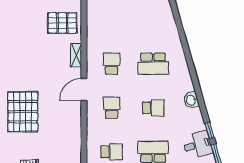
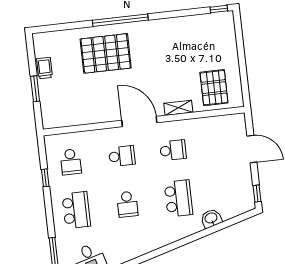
school desk: (153, 64) -> (178, 198), turned 180
door: (84, 90) -> (139, 122), width x1.36
washbasin: (191, 100) -> (211, 218), moved

